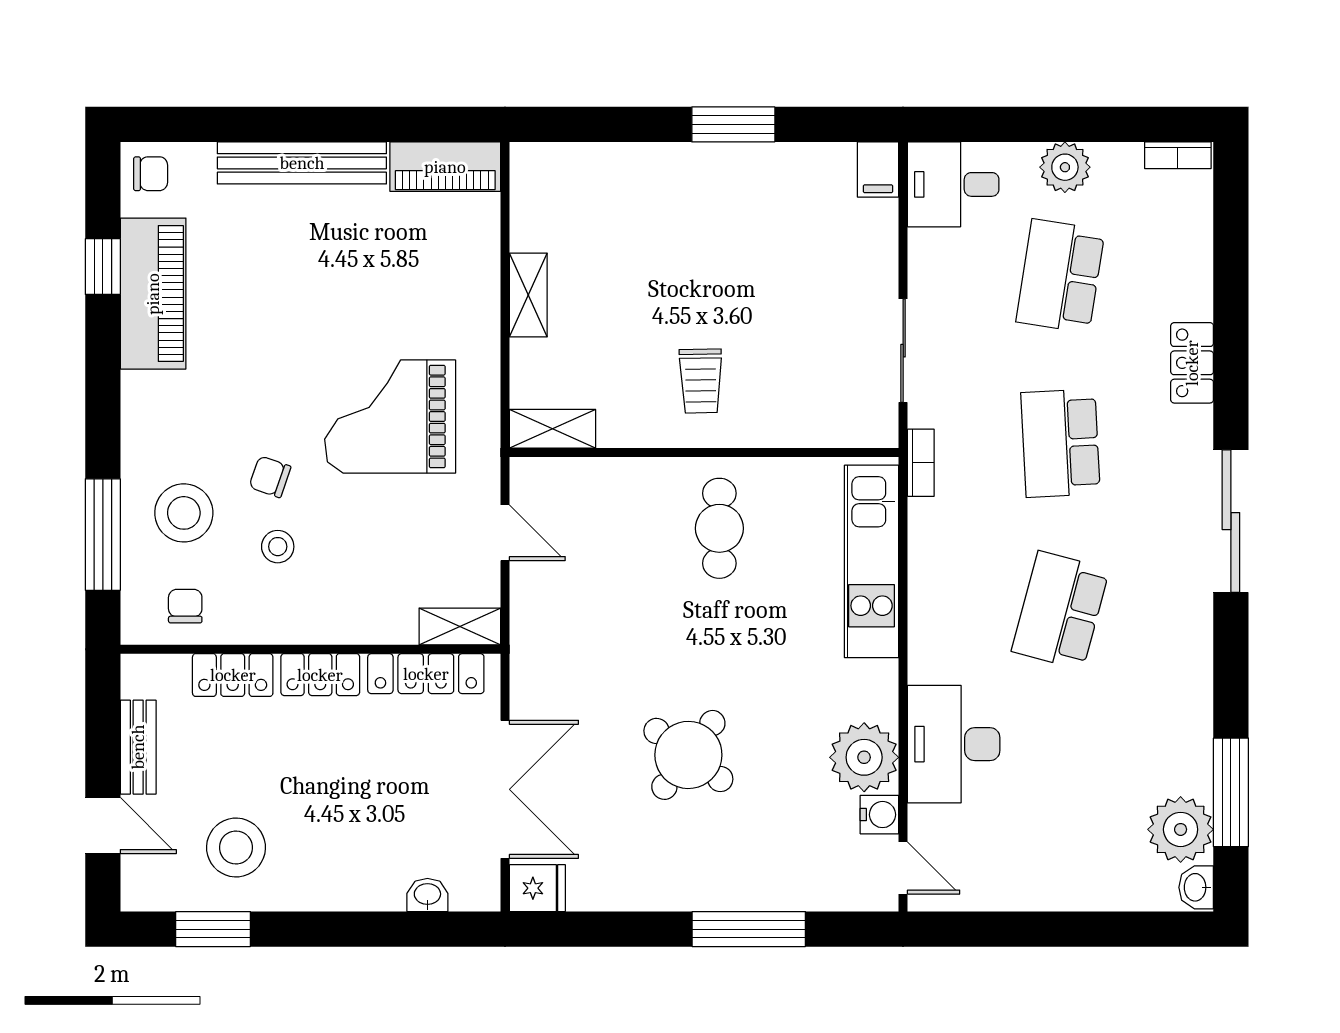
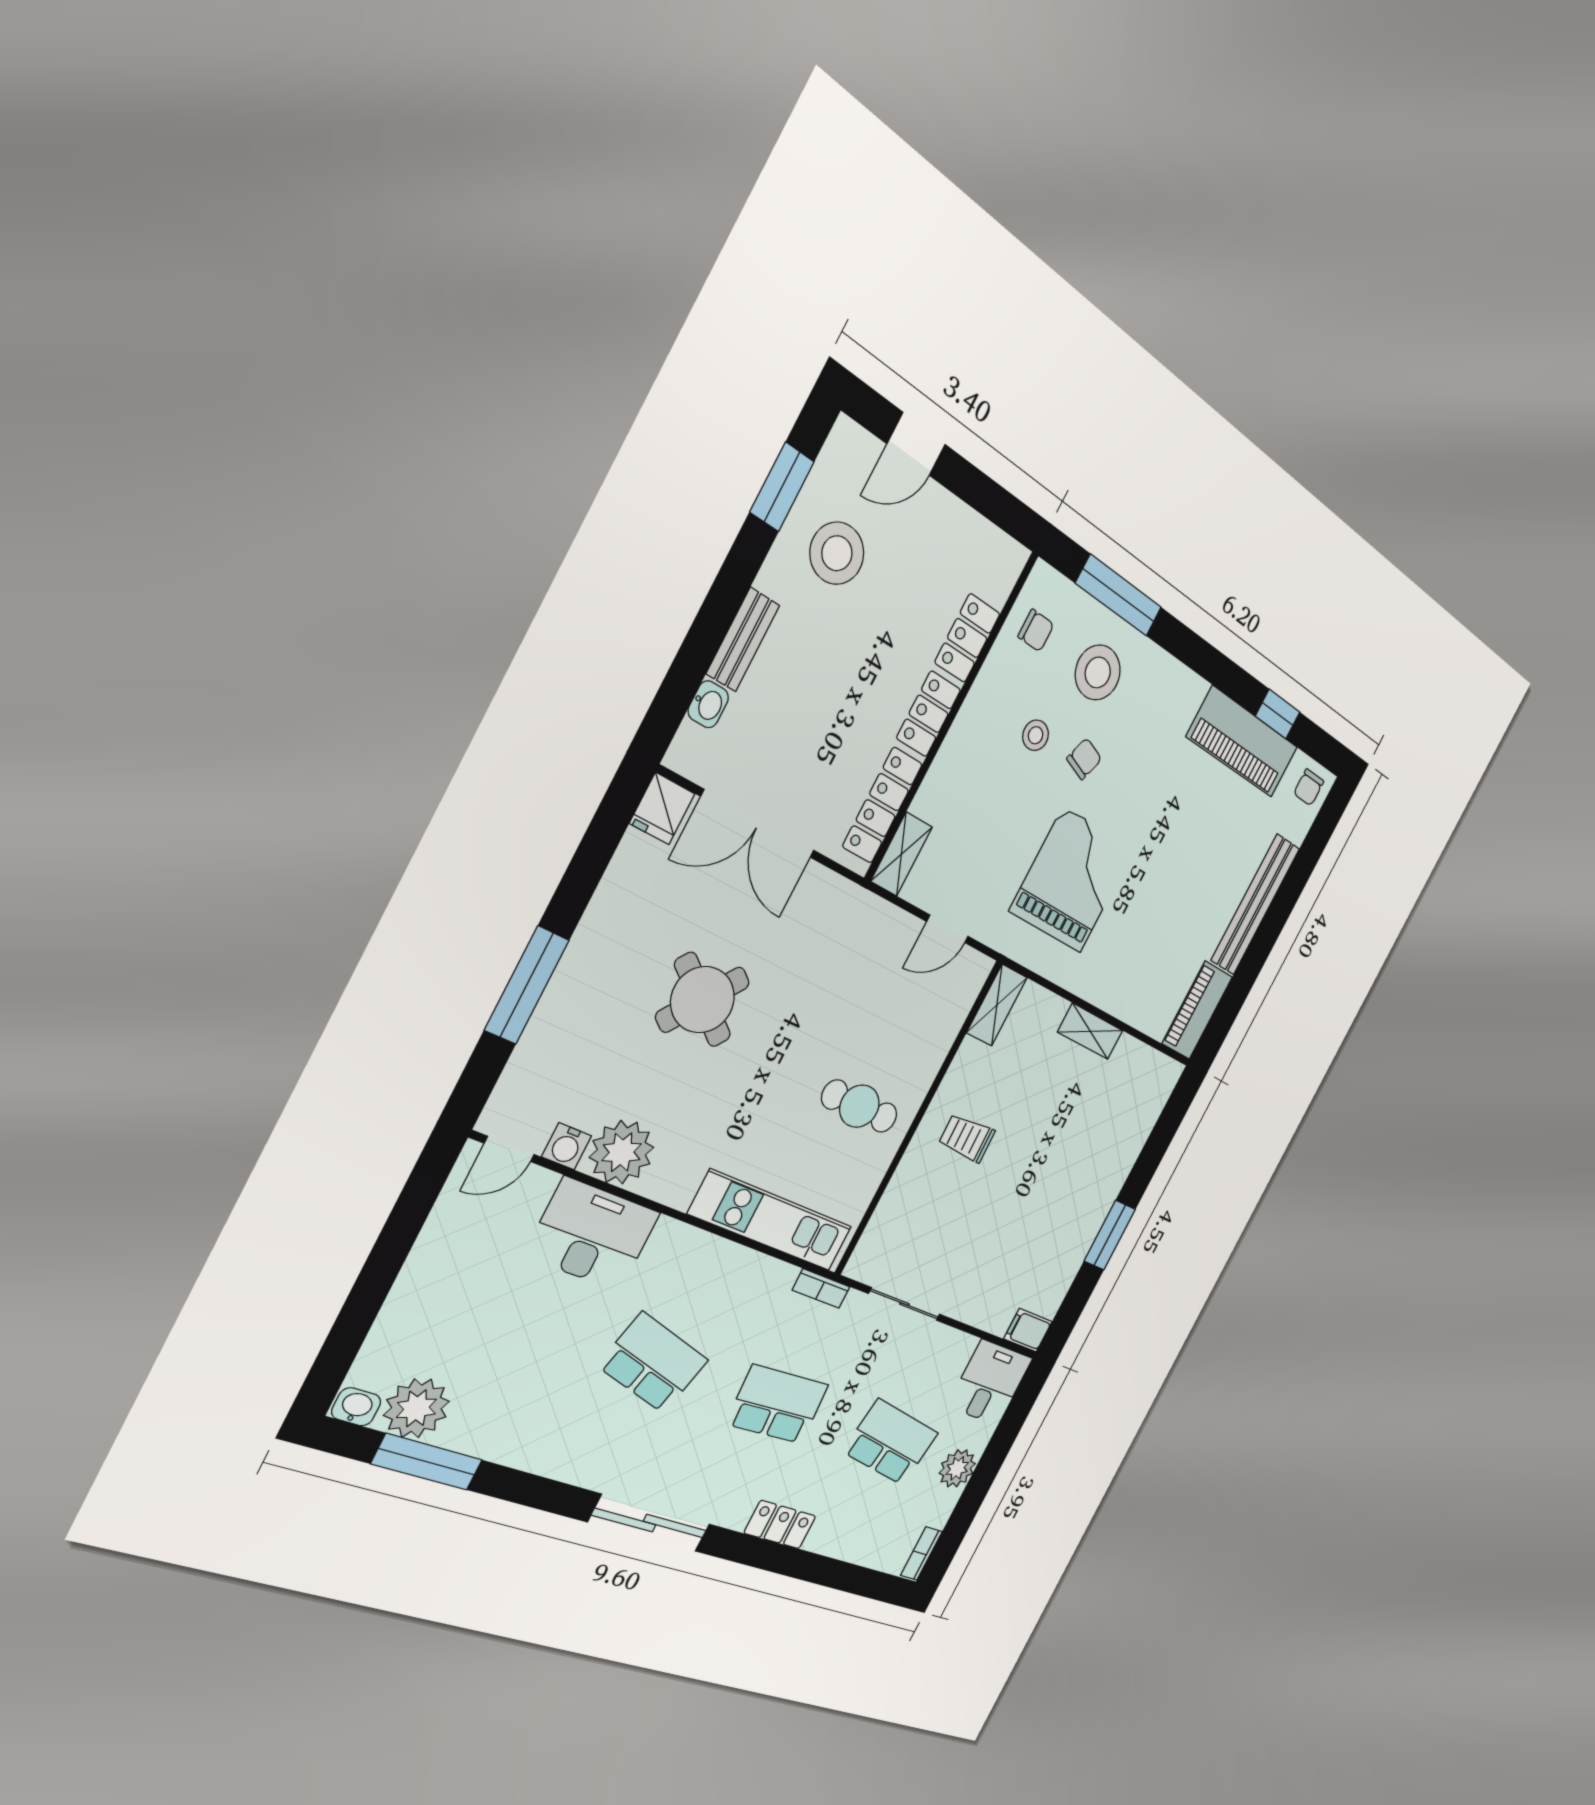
bench: (138, 747) -> (743, 640), moved, turned 90

